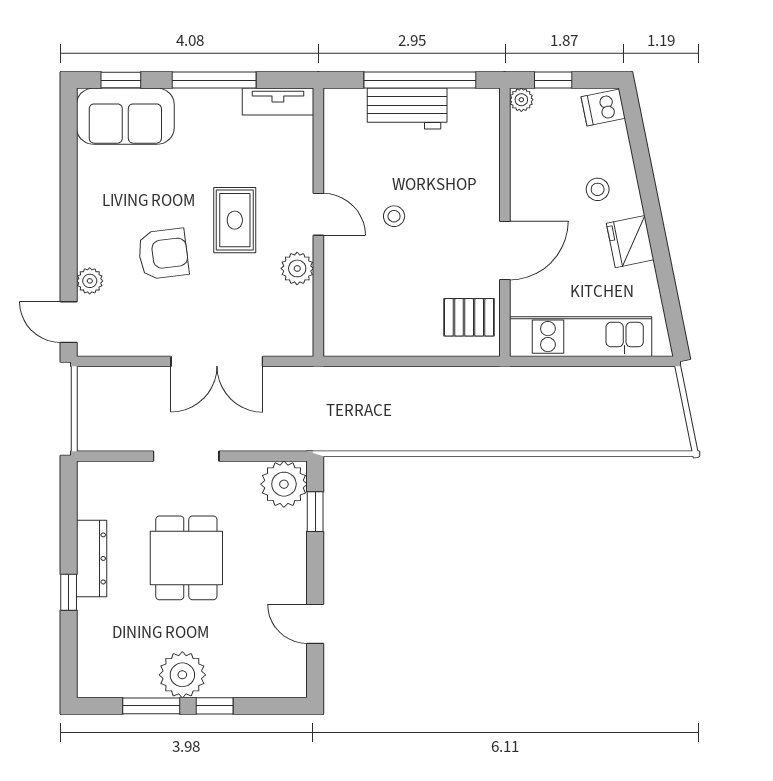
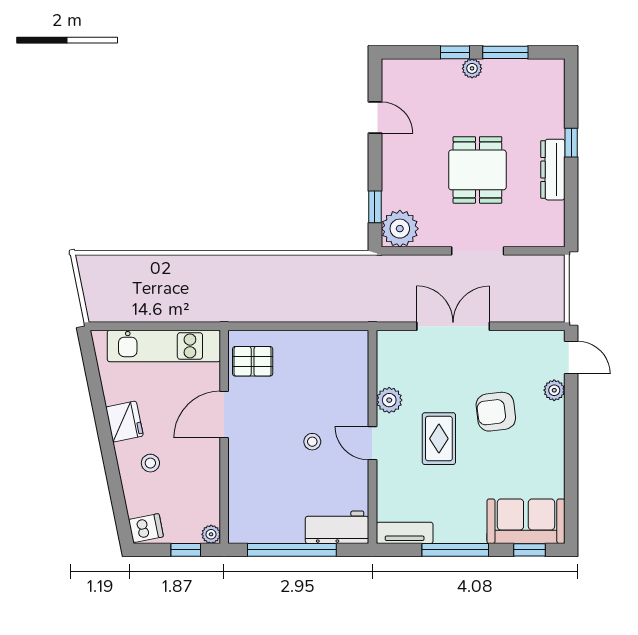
workbench: (407, 109) -> (337, 527), moved
plant: (182, 675) -> (472, 68), width x0.53, depth x0.53

